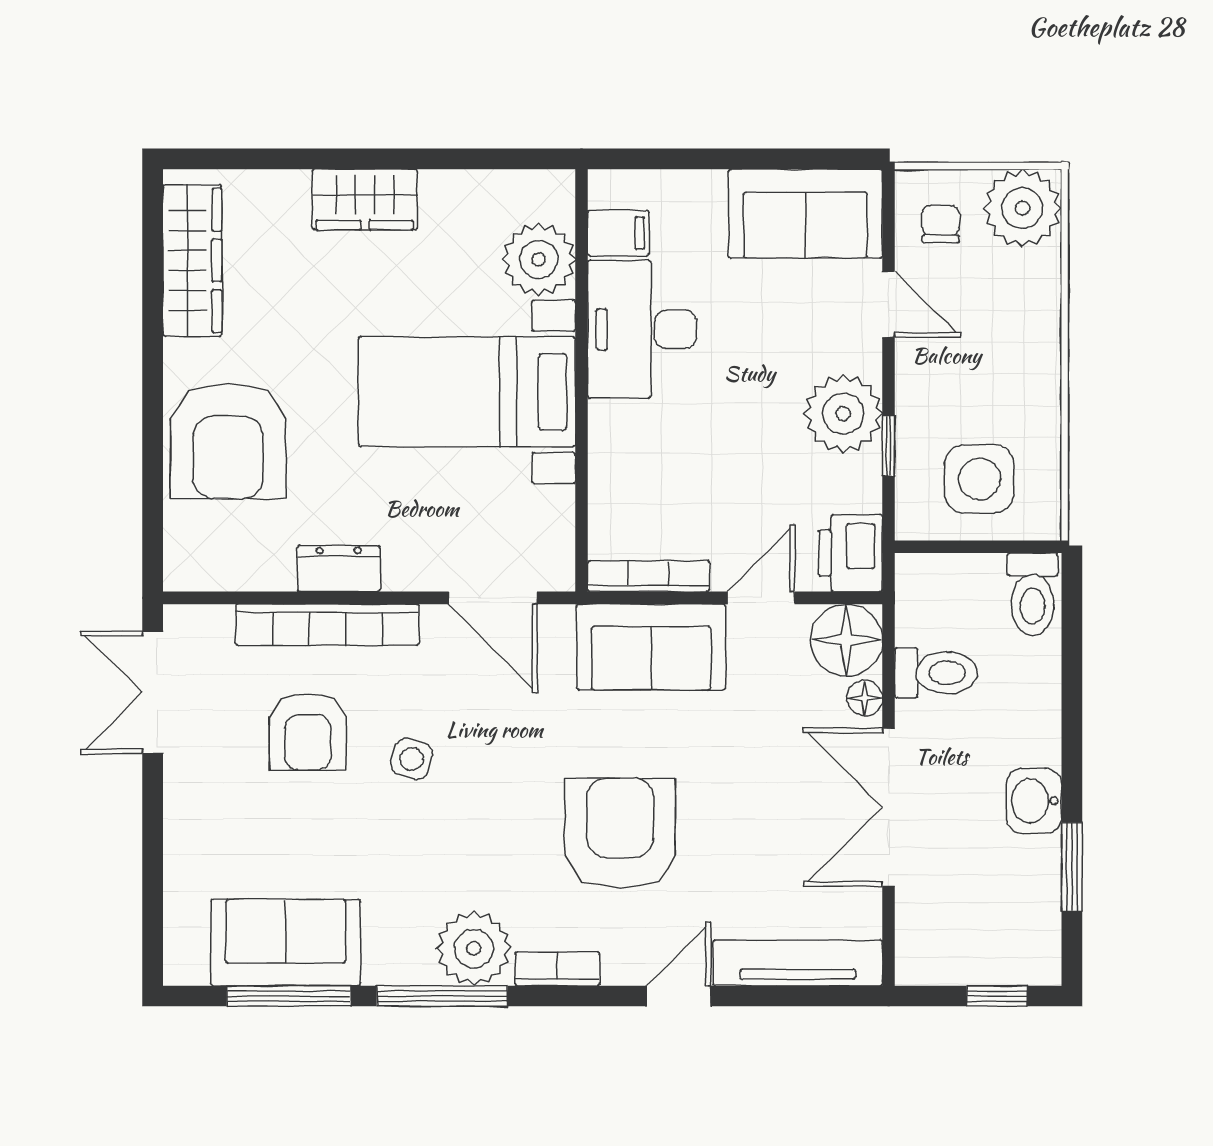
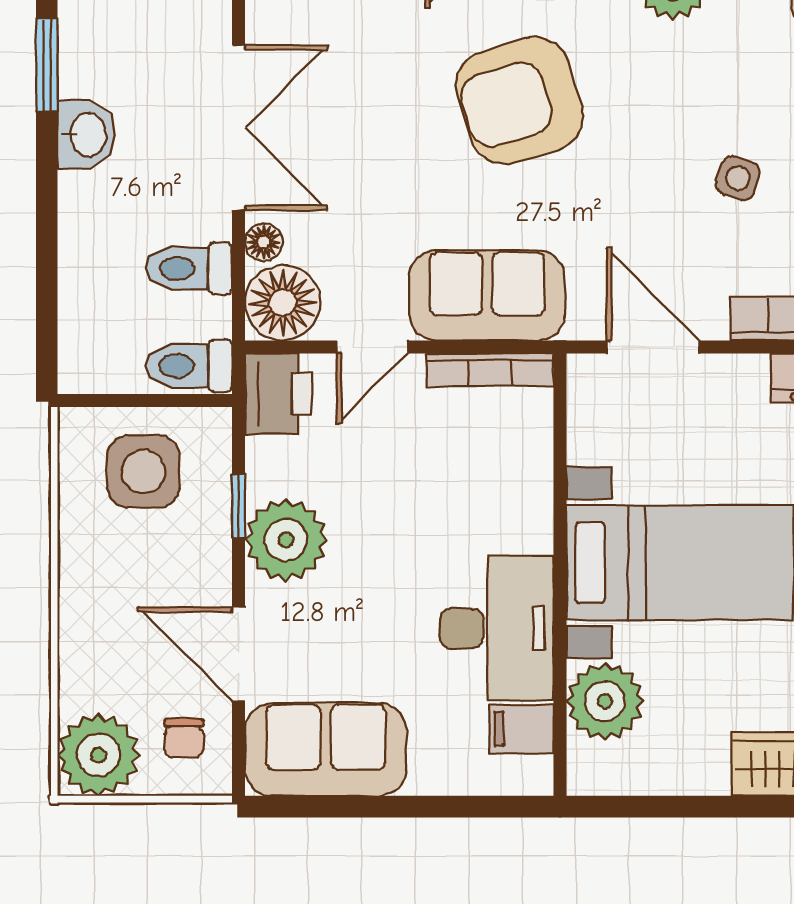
door: (889, 304) -> (239, 654), width x1.38
toilet: (1033, 594) -> (189, 366), moved, turned -90
armchair: (620, 833) -> (520, 101), turned 73

